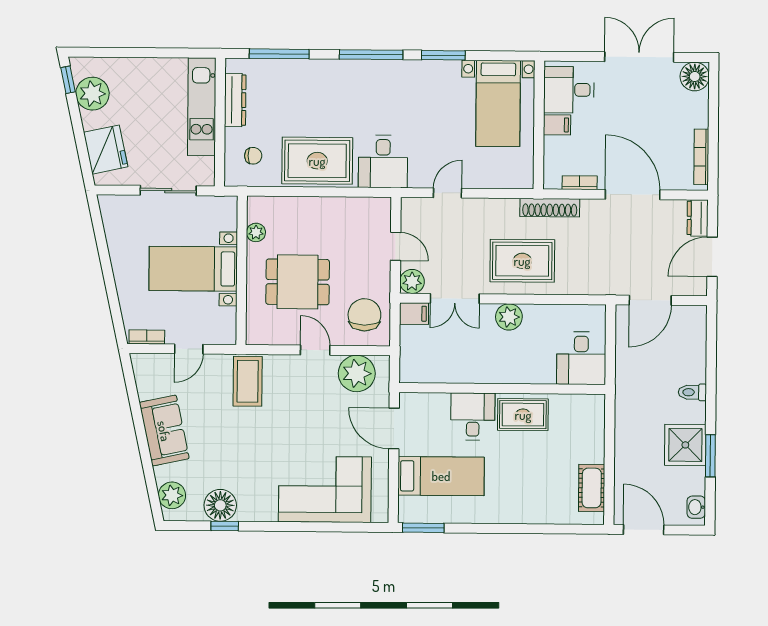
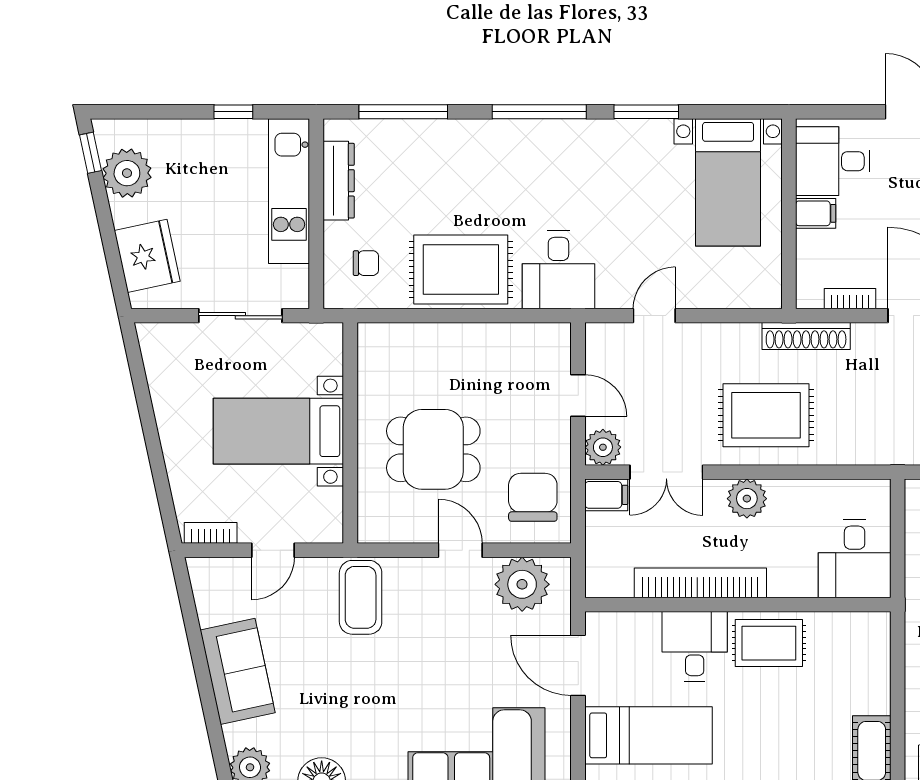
window: (165, 53) -> (233, 112), added
plant: (256, 232) -> (371, 377), removed
bookcase: (477, 374) -> (700, 583), added

